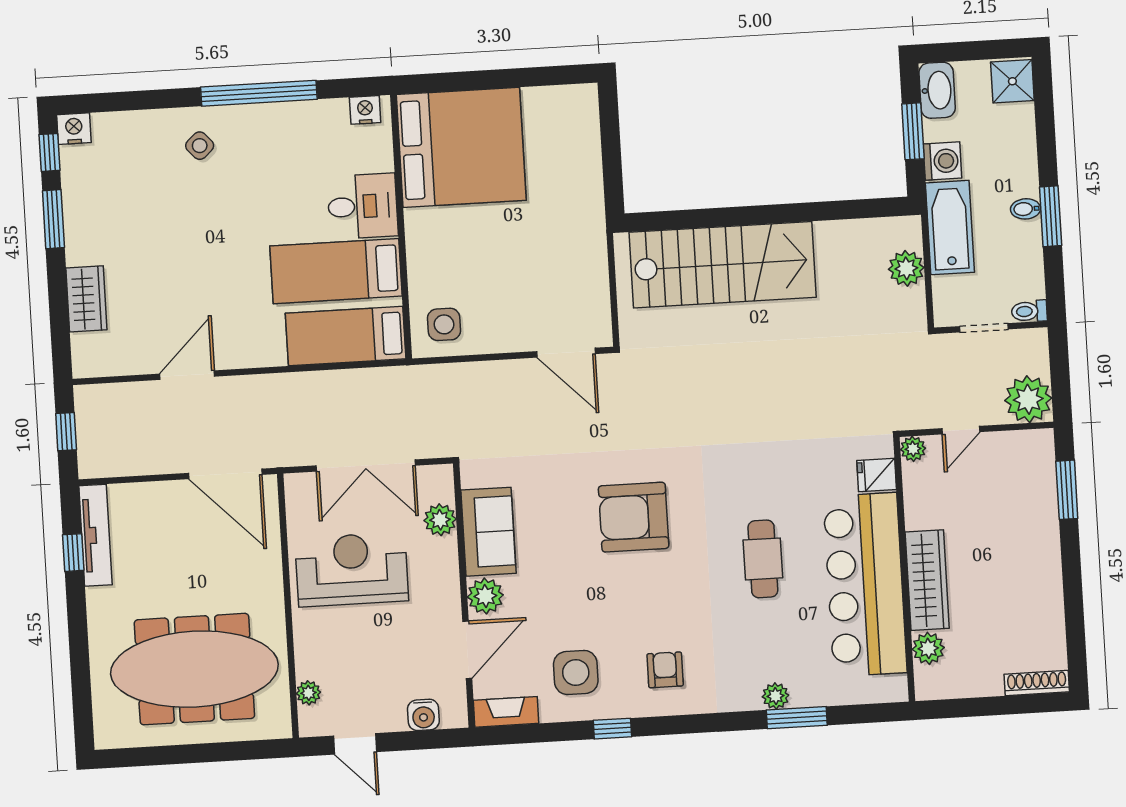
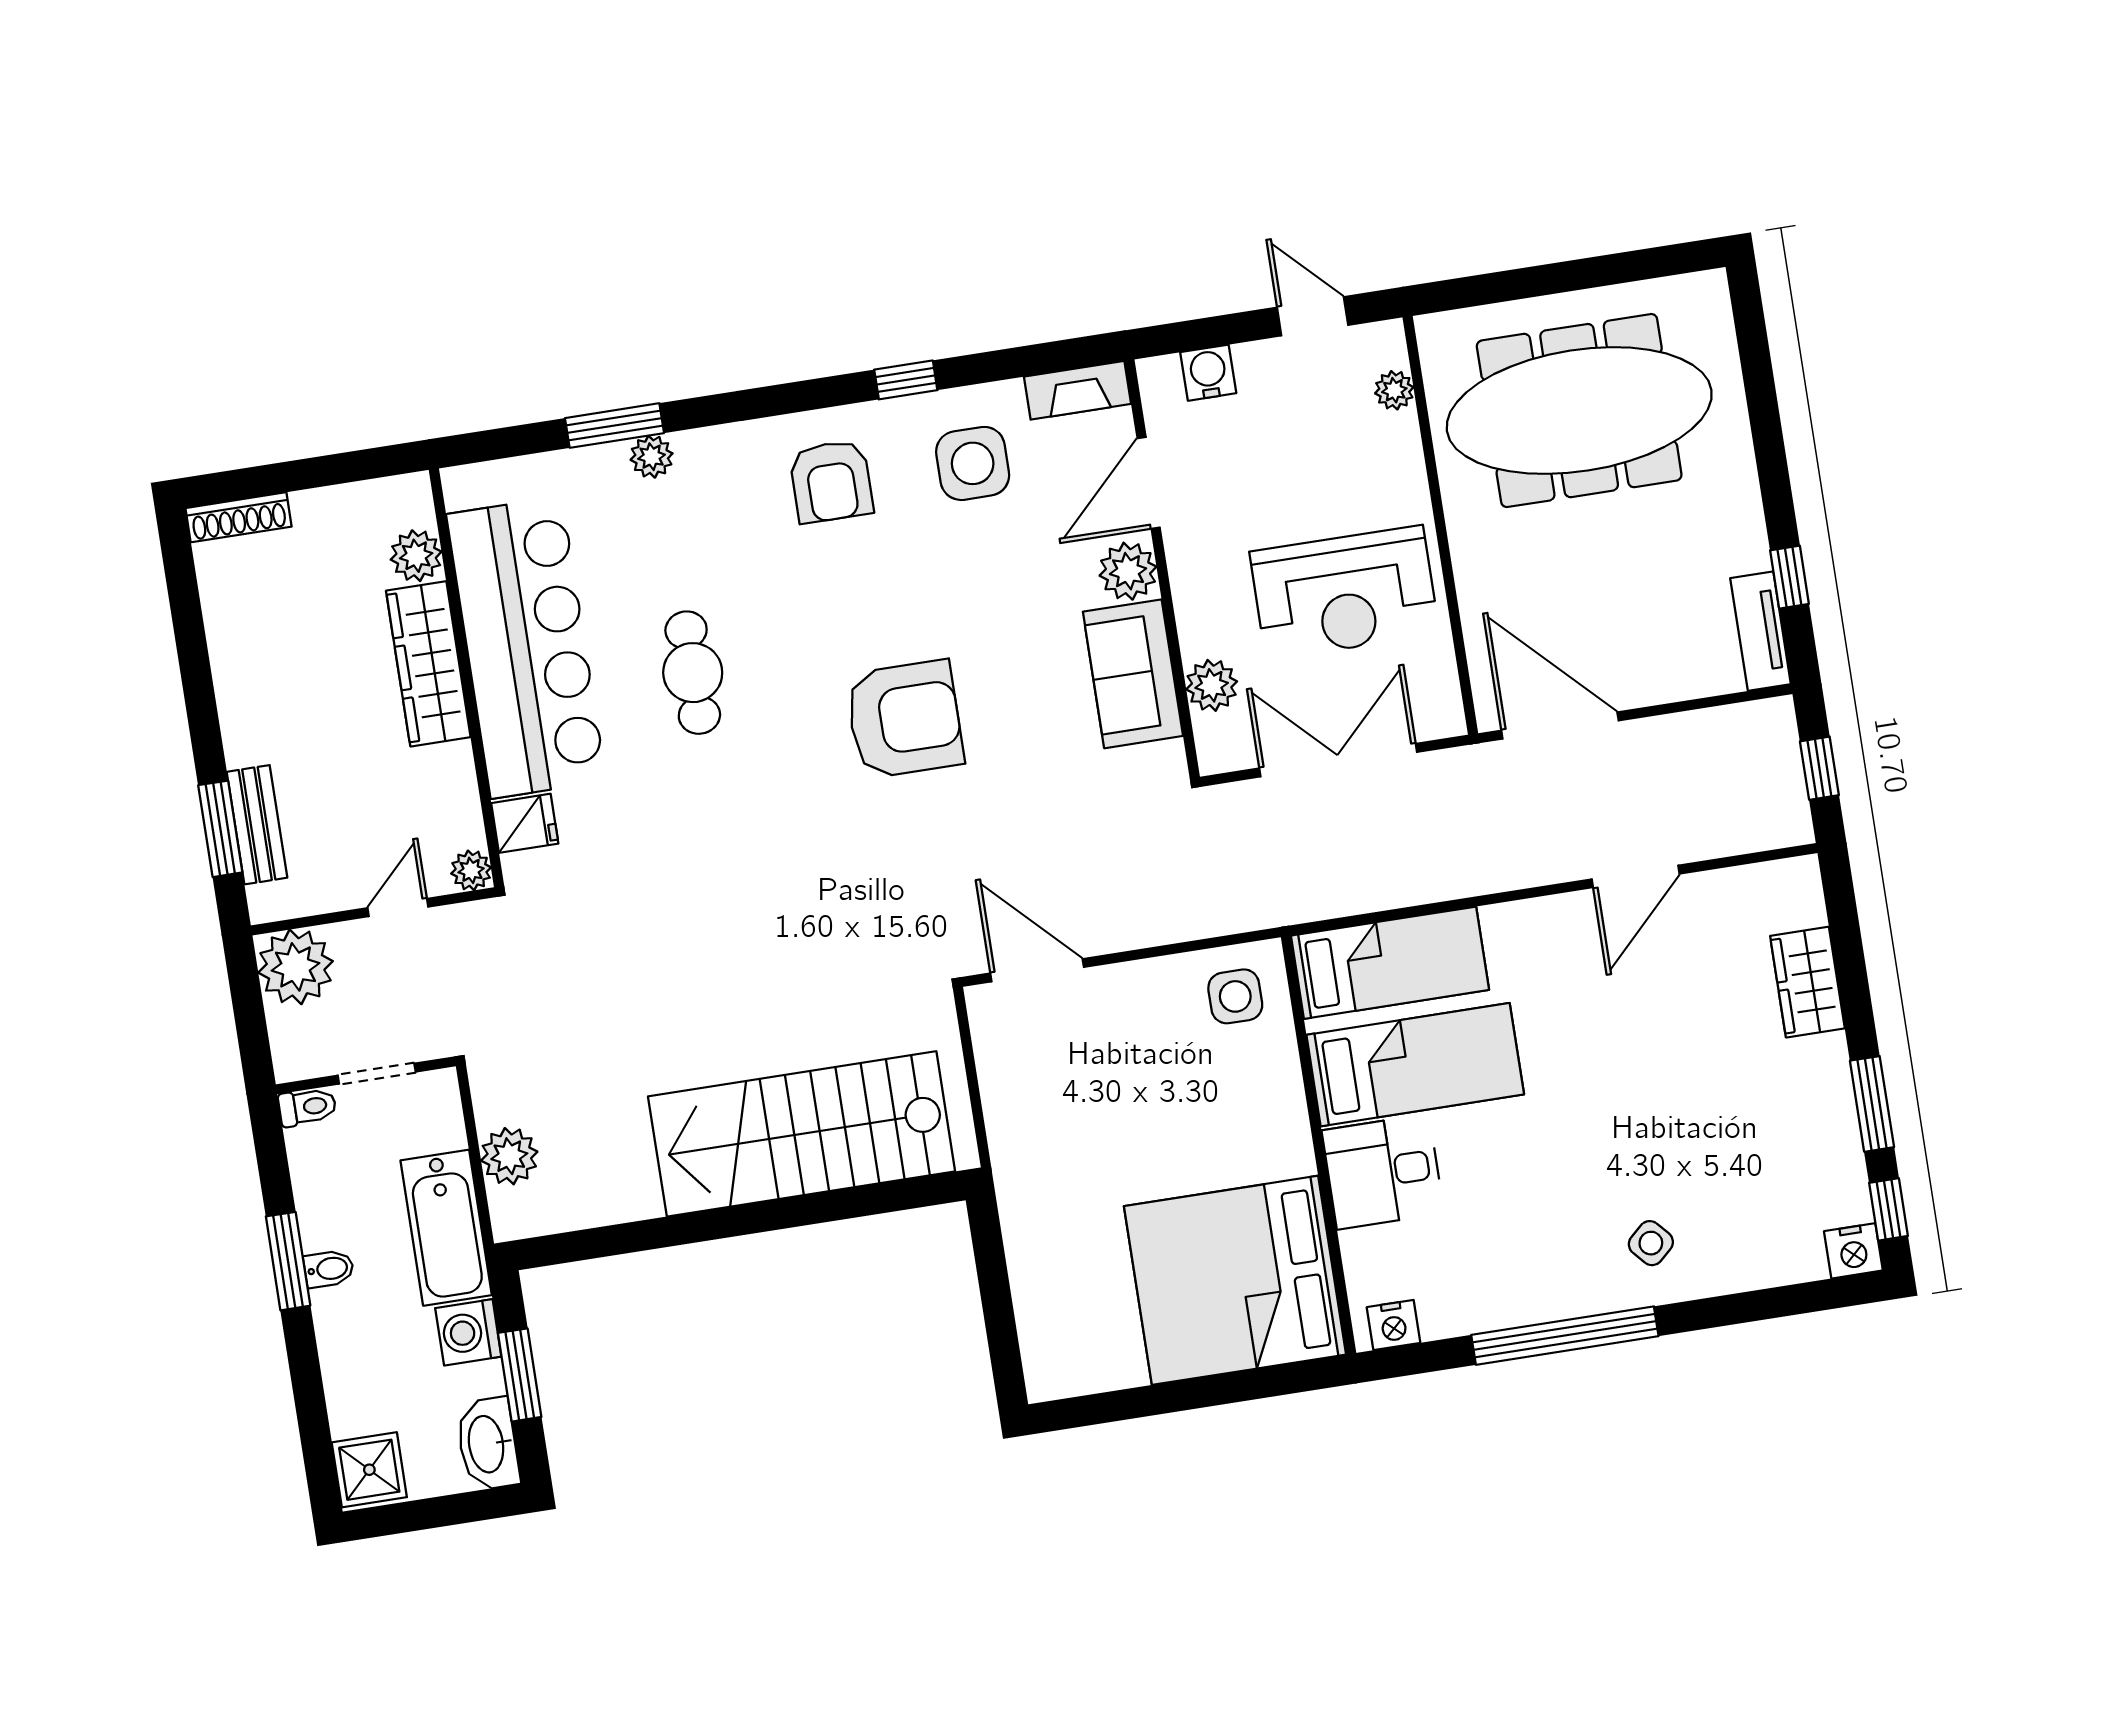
bench: (1044, 490) -> (257, 825), added
tv unit: (95, 535) -> (1761, 631), width x0.71
armchair: (665, 670) -> (831, 481), width x1.38, depth x1.38

